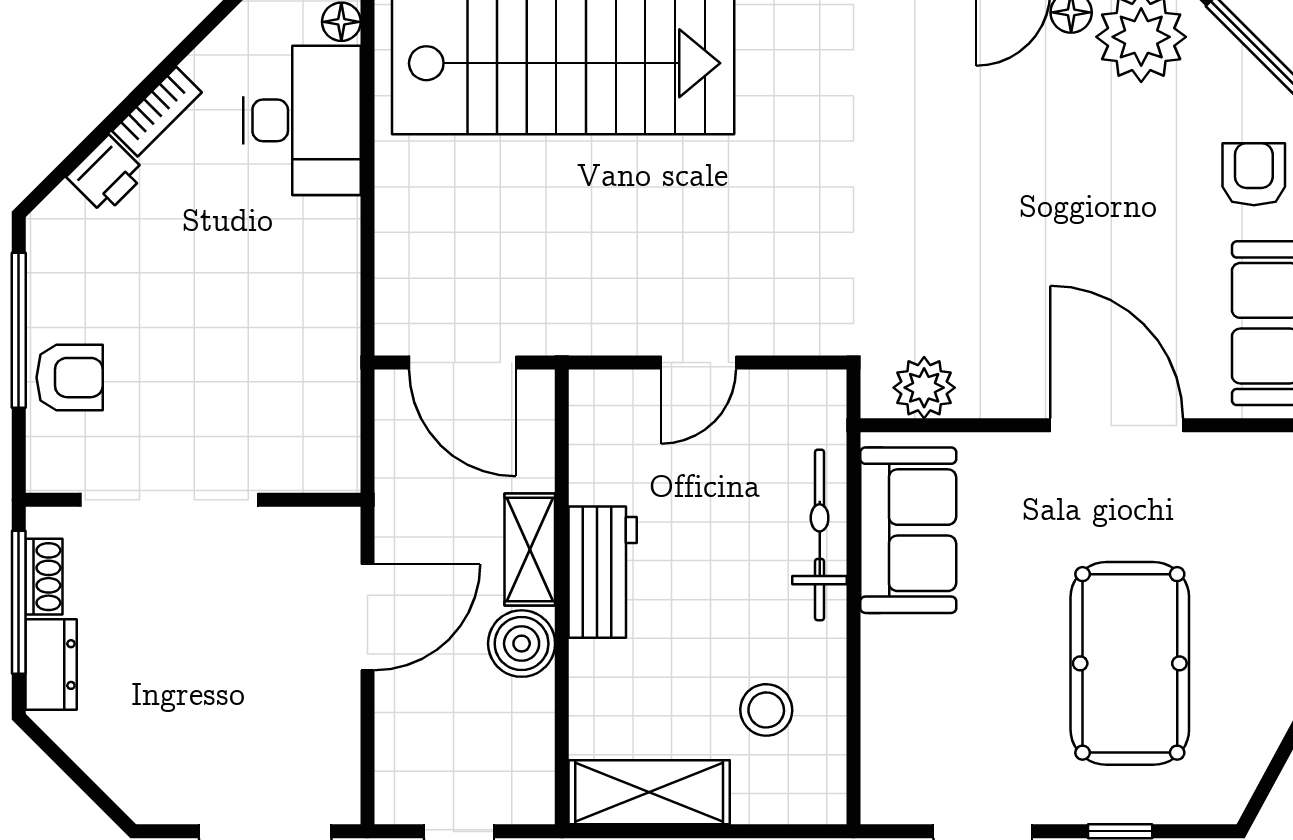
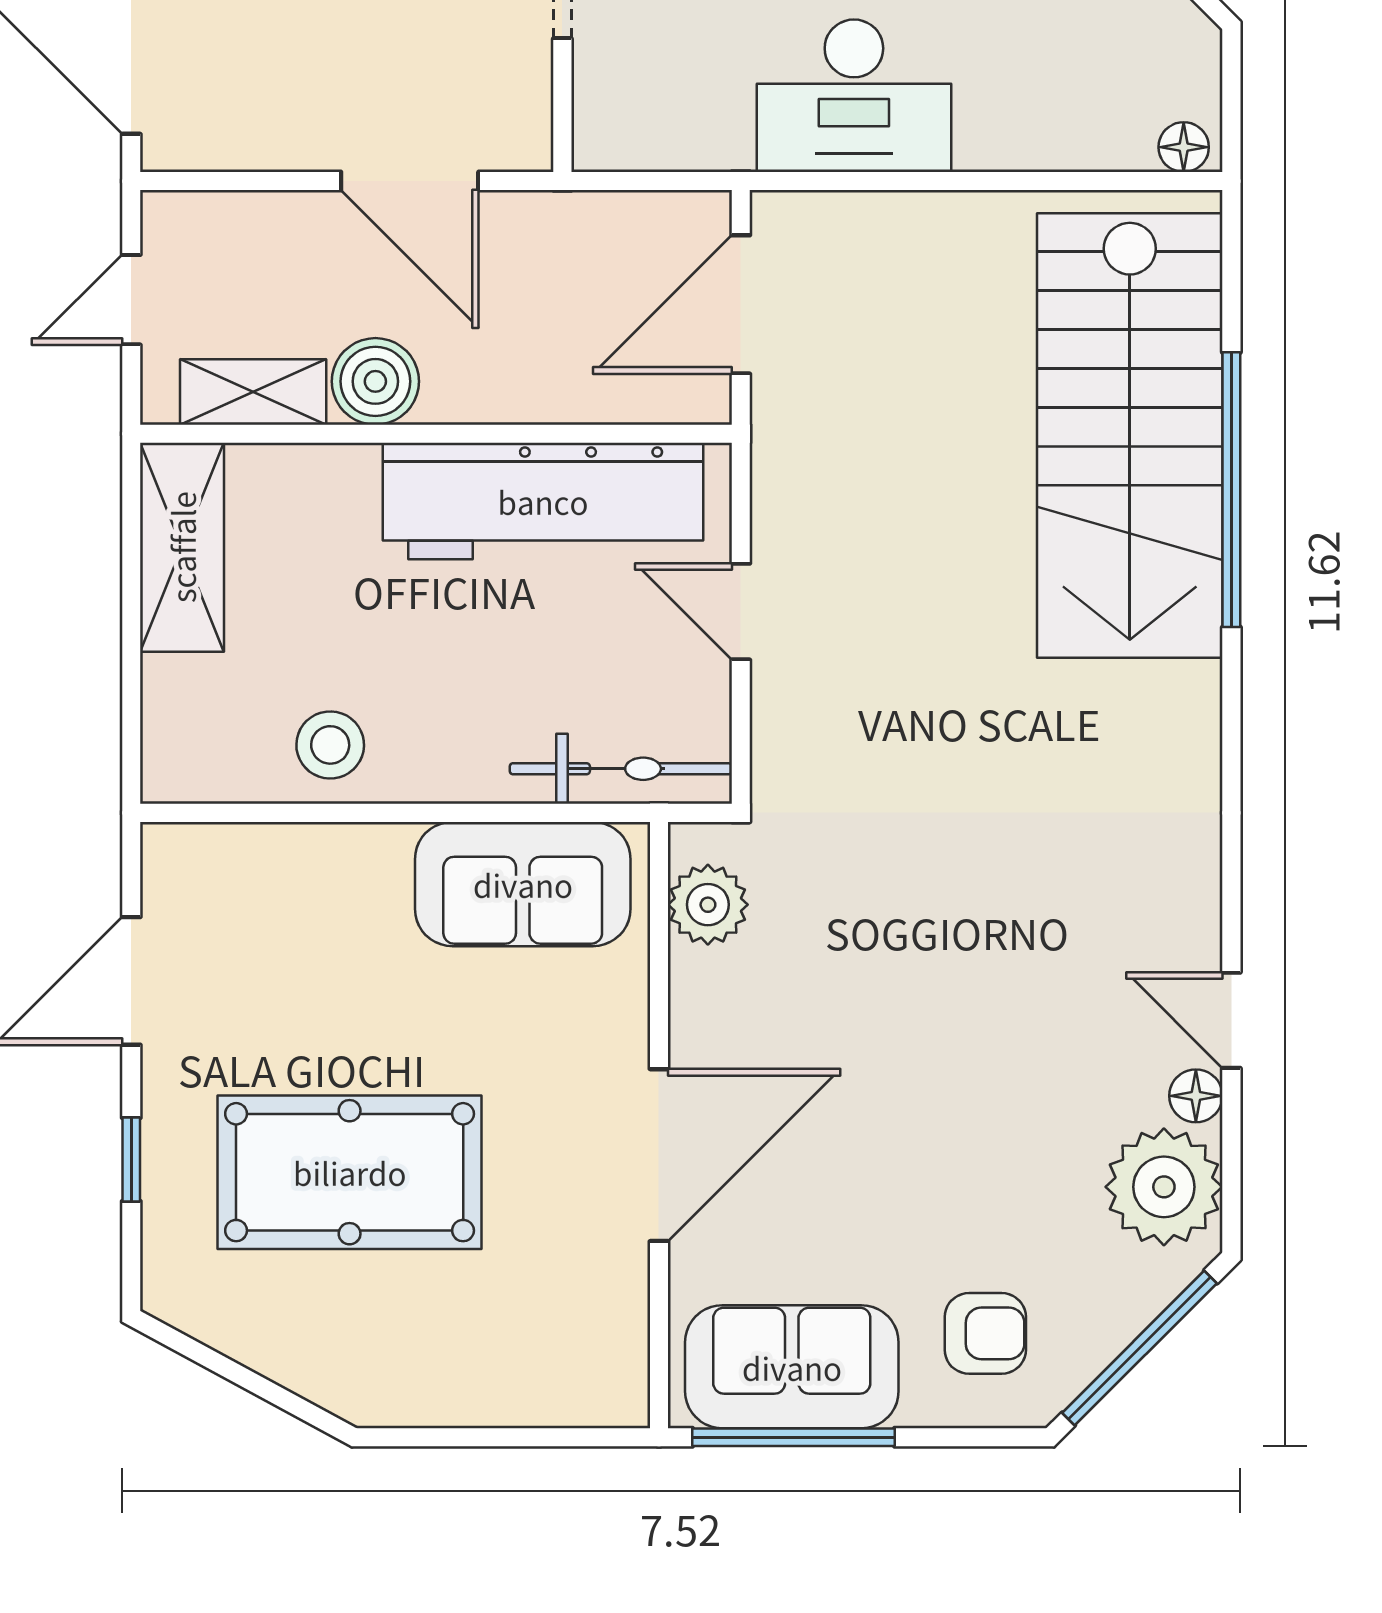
desk: (302, 120) -> (854, 96), moved
bicycle: (820, 535) -> (621, 769), moved
shelving: (530, 549) -> (253, 392), moved
workbench: (603, 572) -> (543, 501), width x1.88, depth x1.32
stool: (766, 710) -> (330, 745), moved

